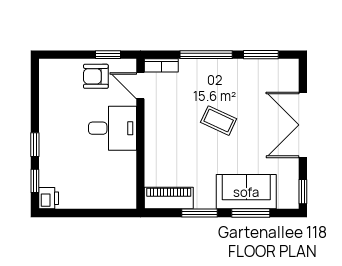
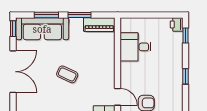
desk: (112, 128) -> (136, 47), moved
window: (35, 145) -> (186, 76), moved
sofa: (246, 192) -> (42, 29), width x1.36

